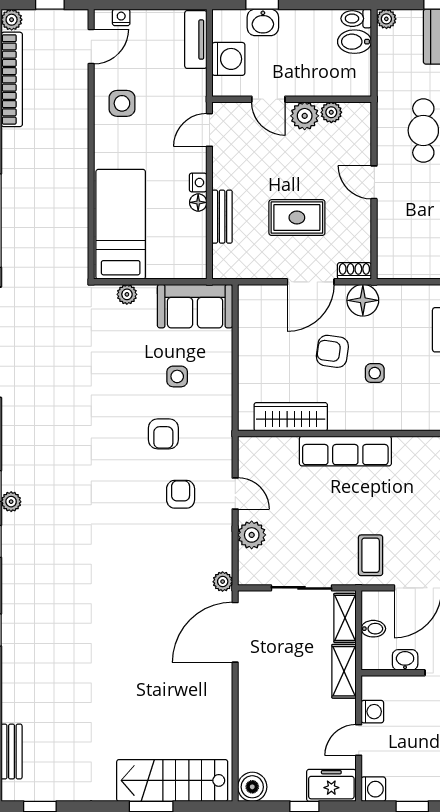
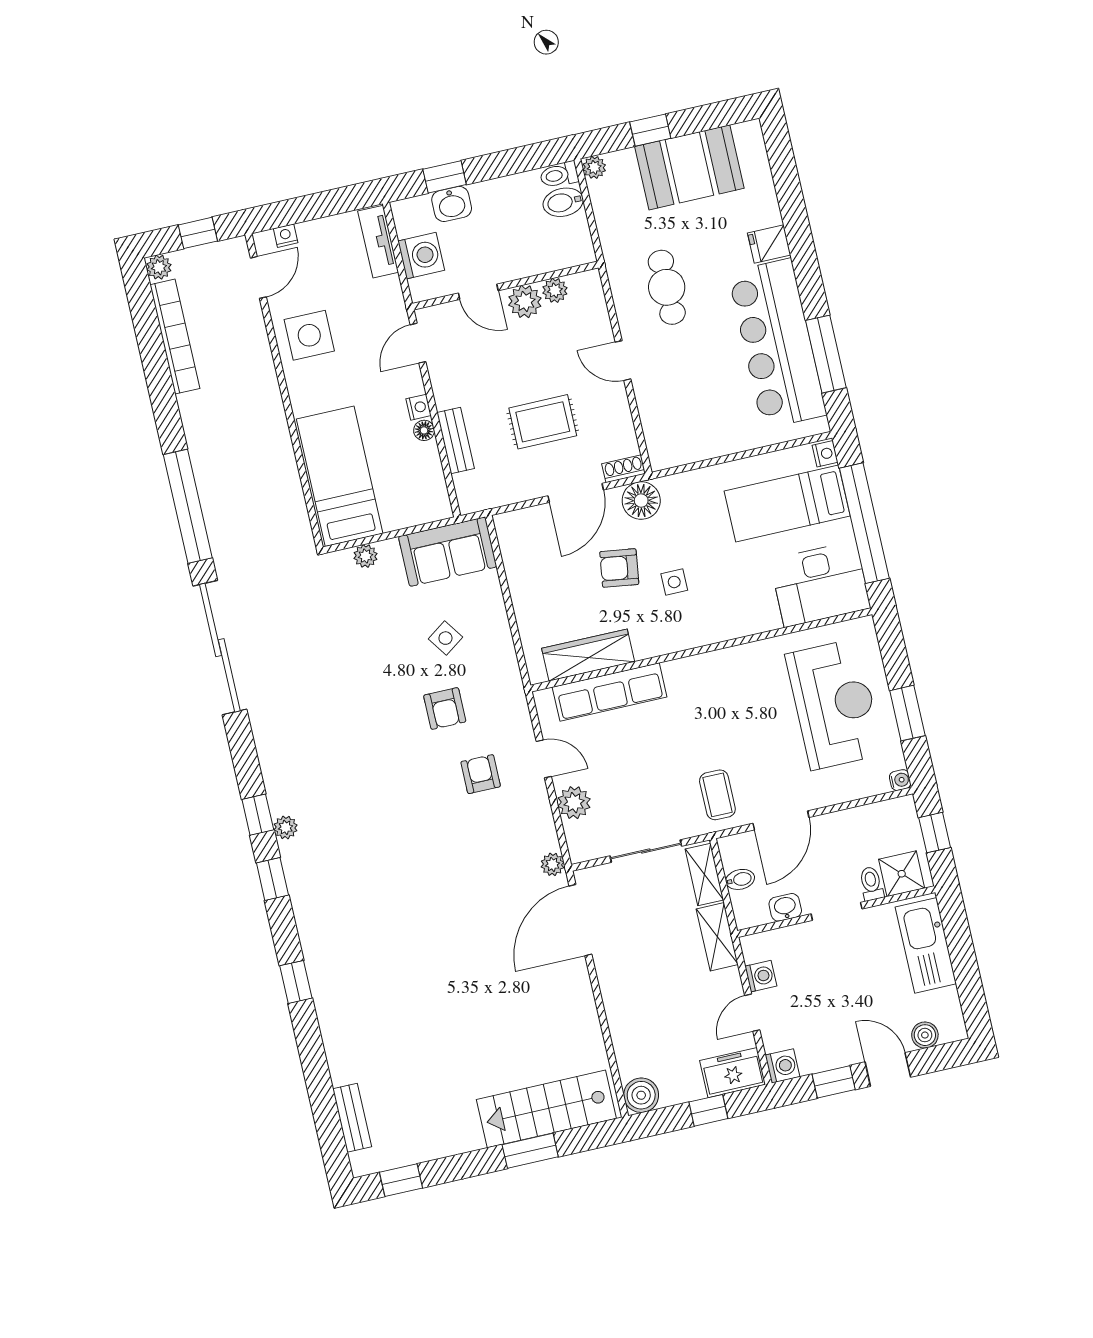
side table: (122, 103) -> (309, 335), width x1.37, depth x1.37
side table: (177, 376) -> (445, 638), turned -35
row of seats: (345, 451) -> (610, 692), moved

